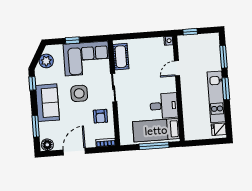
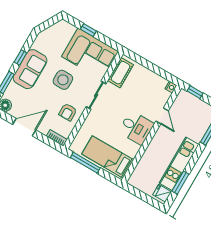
plant: (46, 61) -> (54, 32), removed
door: (177, 68) -> (162, 116), swing flipped
window: (32, 83) -> (20, 58), moved
window: (226, 89) -> (180, 183), moved
desk: (164, 106) -> (136, 128), moved
window: (154, 146) -> (85, 163), moved

